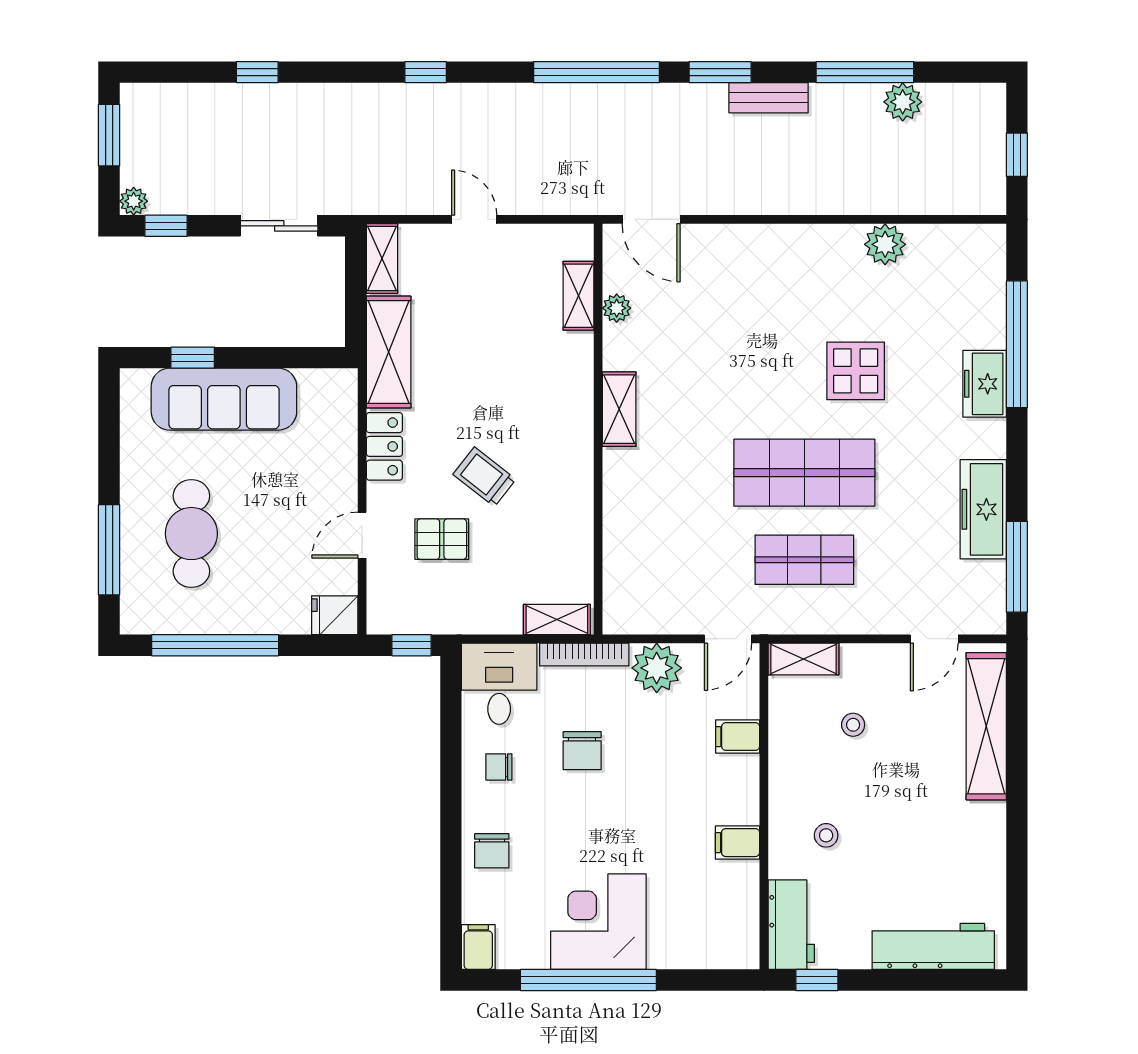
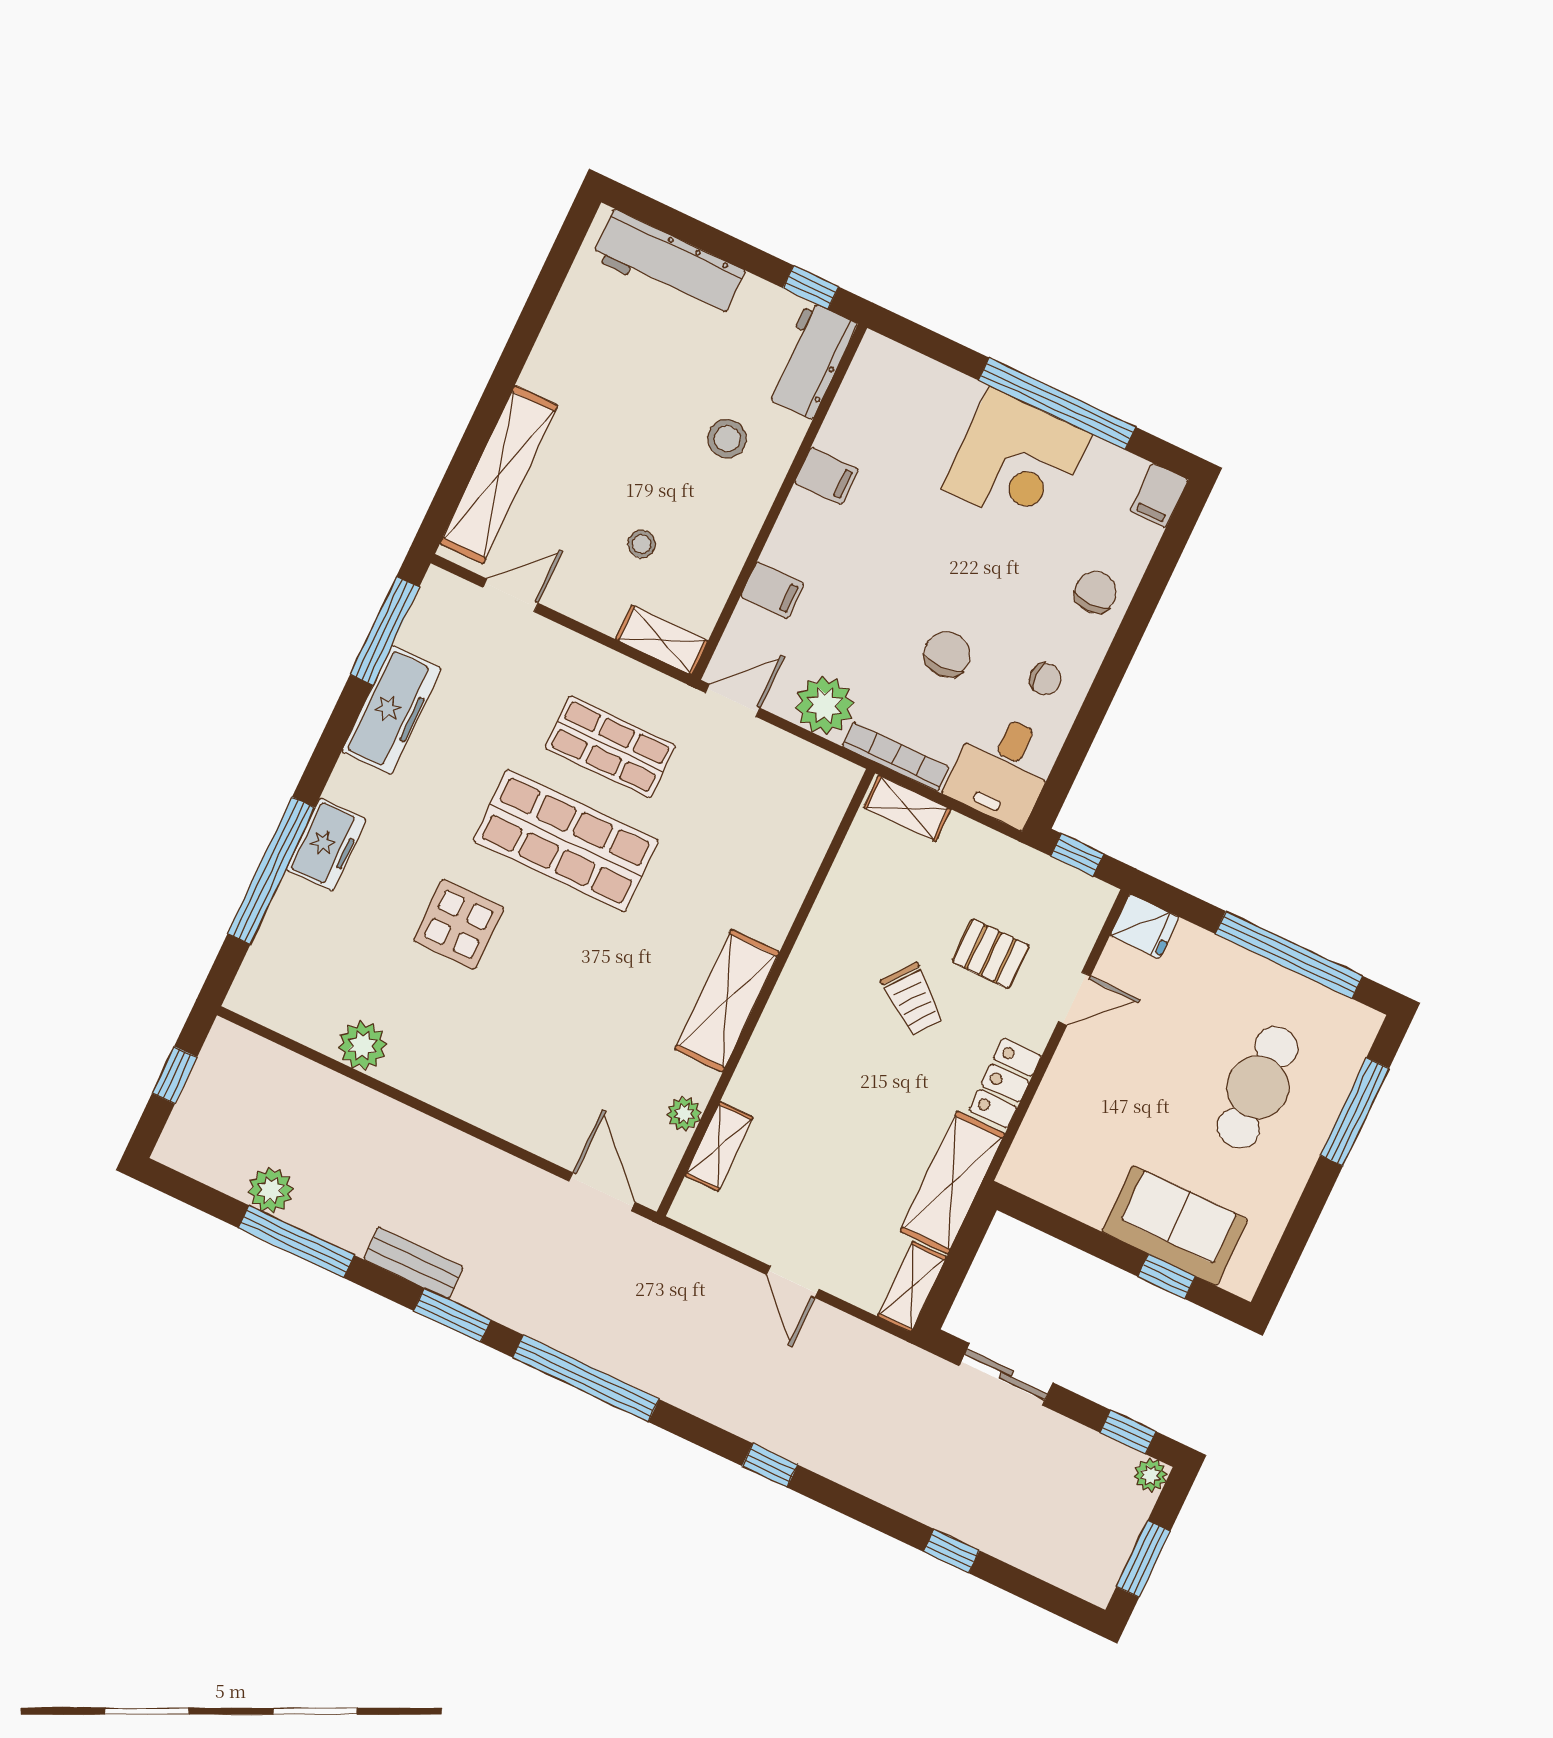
sofa: (224, 399) -> (1175, 1226), width x0.73
shelving: (619, 409) -> (727, 1001), width x1.50, depth x1.33
stool: (826, 835) -> (727, 439), width x1.37, depth x1.37

